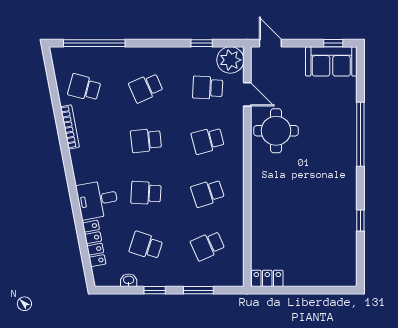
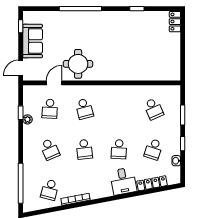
plant: (230, 60) -> (27, 119), moved, width x0.53, depth x0.53
sofa: (331, 61) -> (33, 41), moved
school desk: (208, 193) -> (119, 109), removed
locker: (267, 278) -> (175, 22), moved

